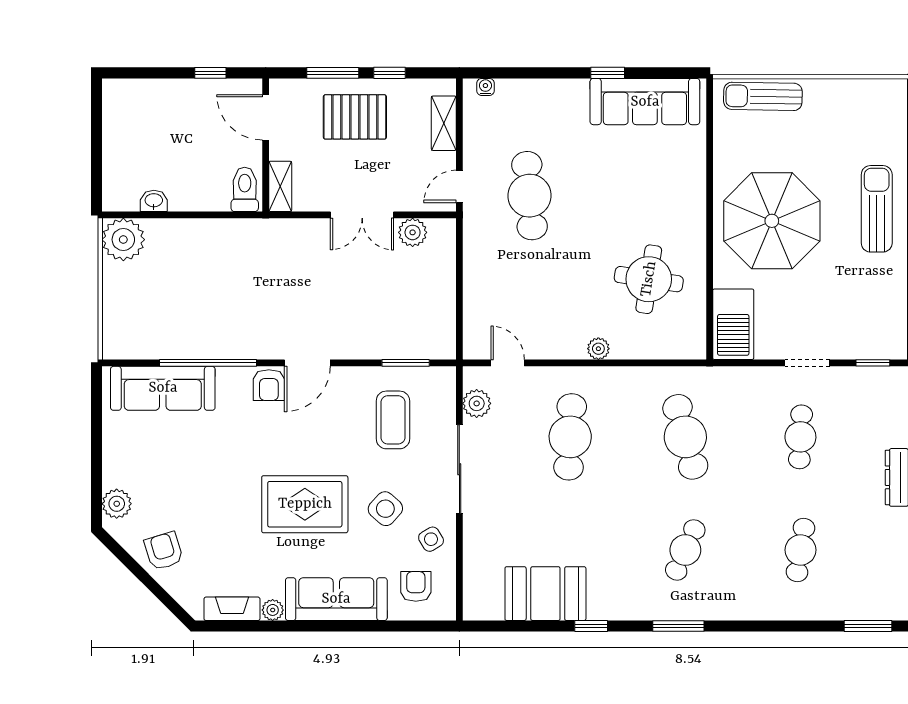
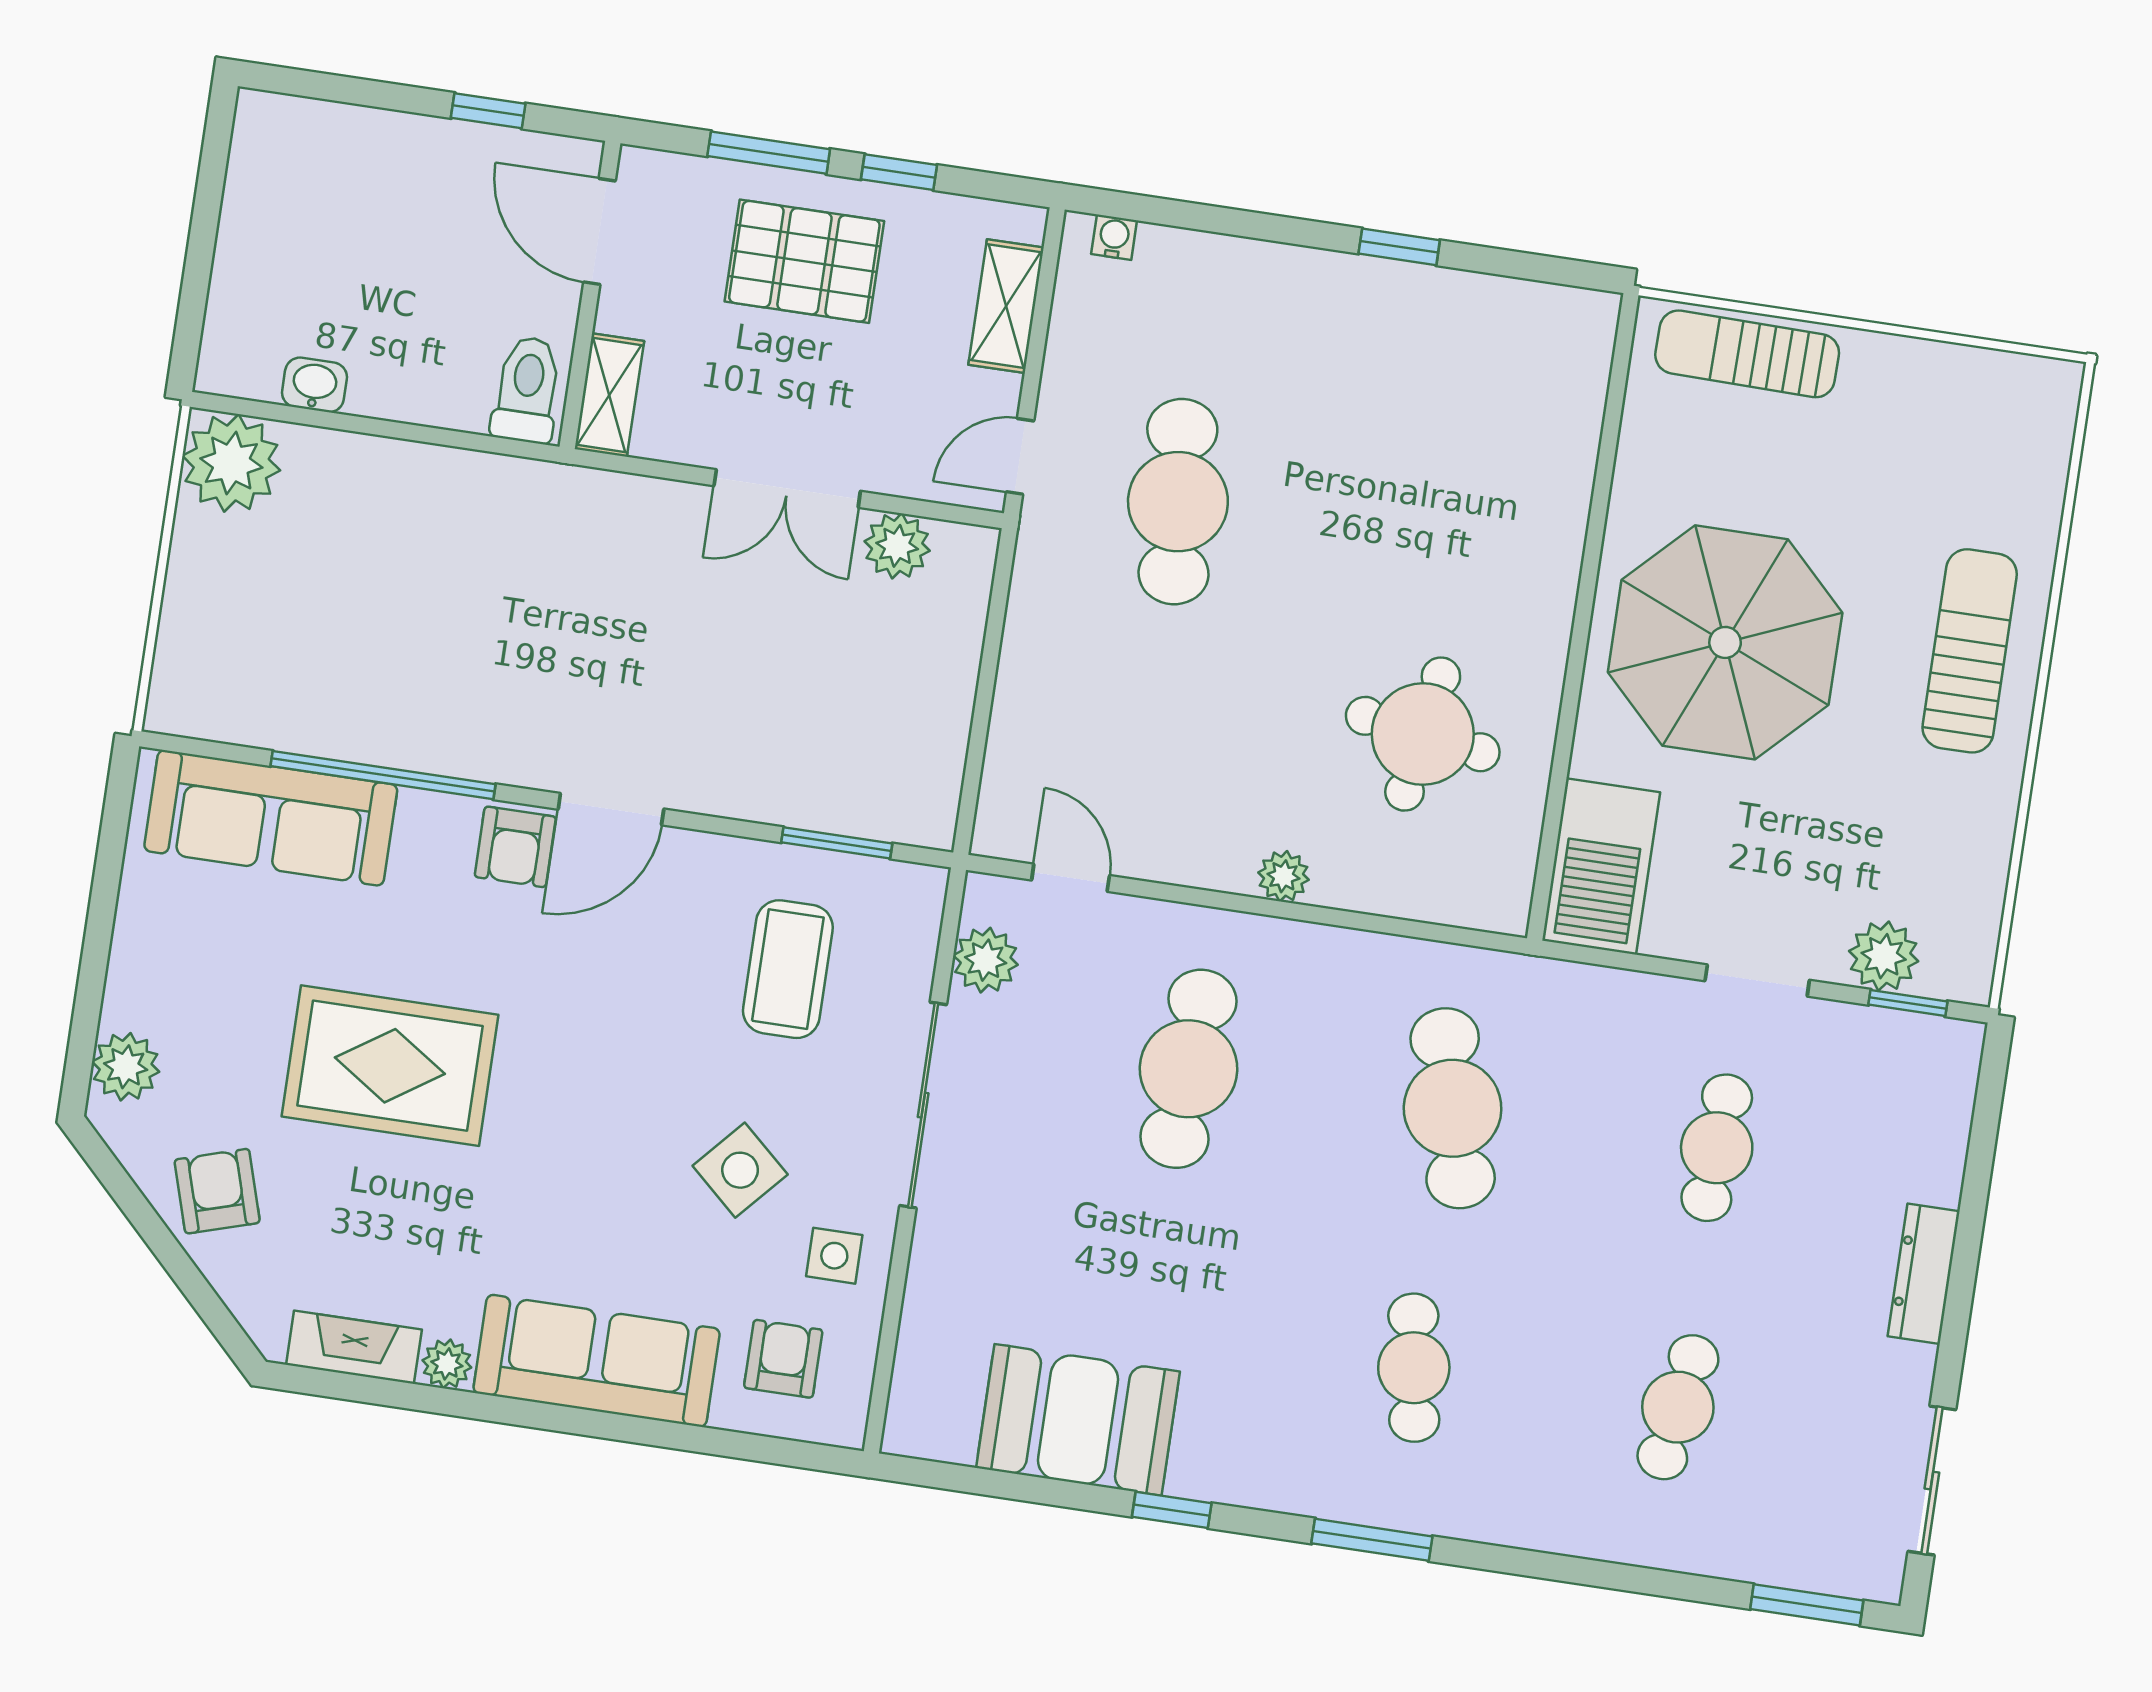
sofa: (645, 102) -> (1475, 325), removed
plant: (859, 345) -> (1884, 956), added
rug: (305, 504) -> (390, 1066), moved
side table: (431, 539) -> (834, 1256), turned 31
cafe table: (685, 550) -> (1414, 1368), turned -33

